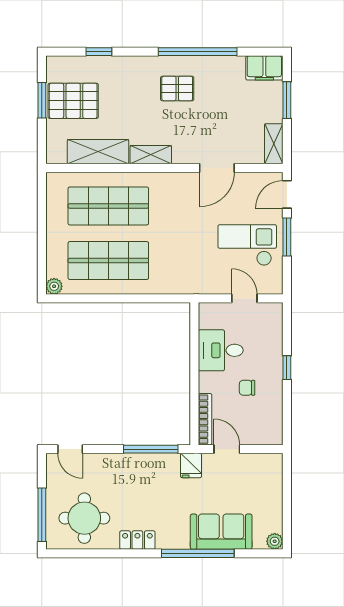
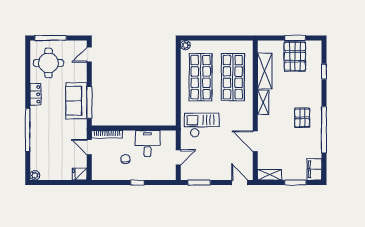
window: (287, 237) -> (199, 183), moved
checkout: (247, 245) -> (202, 125), moved, turned -90
door: (227, 449) -> (89, 147), swing flipped
fridge: (191, 465) -> (80, 174), moved
sofa: (221, 532) -> (76, 101), moved, turned 180

